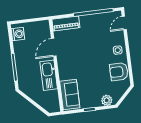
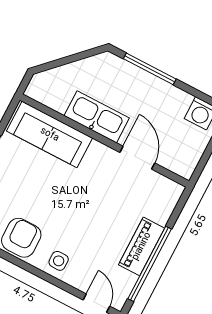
piano: (66, 23) -> (141, 246), moved
sofa: (70, 94) -> (50, 134), width x1.36

